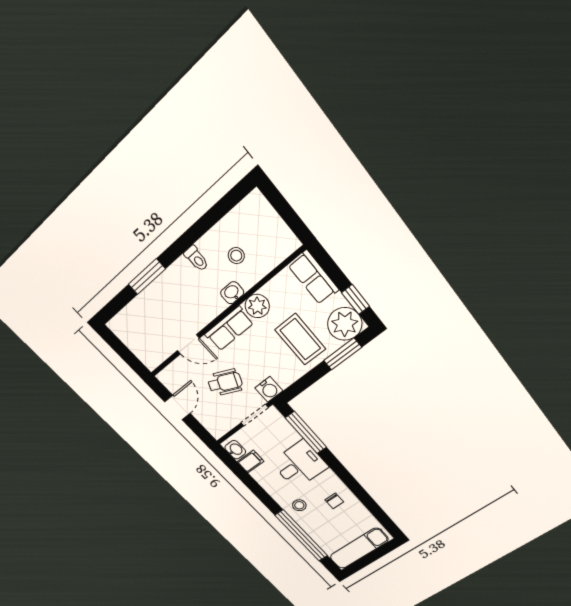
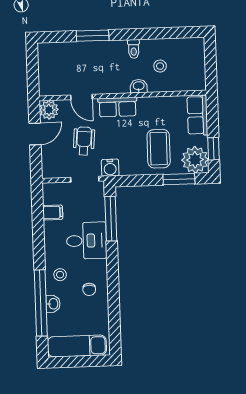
plant: (257, 306) -> (49, 110), moved
wheelchair: (225, 383) -> (84, 141), turned -109
washbasin: (235, 450) -> (53, 304), moved

